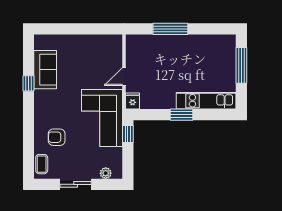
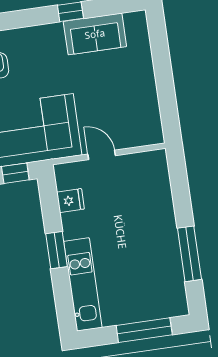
window: (170, 29) -> (189, 254), moved
fridge: (133, 101) -> (70, 201), moved

